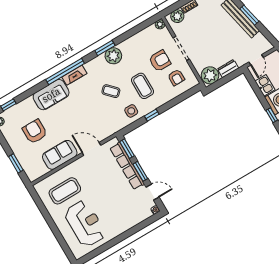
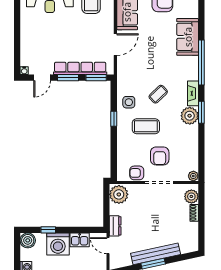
dresser: (228, 69) -> (115, 226), moved
fireplace: (74, 75) -> (193, 93), moved
armchair: (176, 77) -> (137, 173), moved

